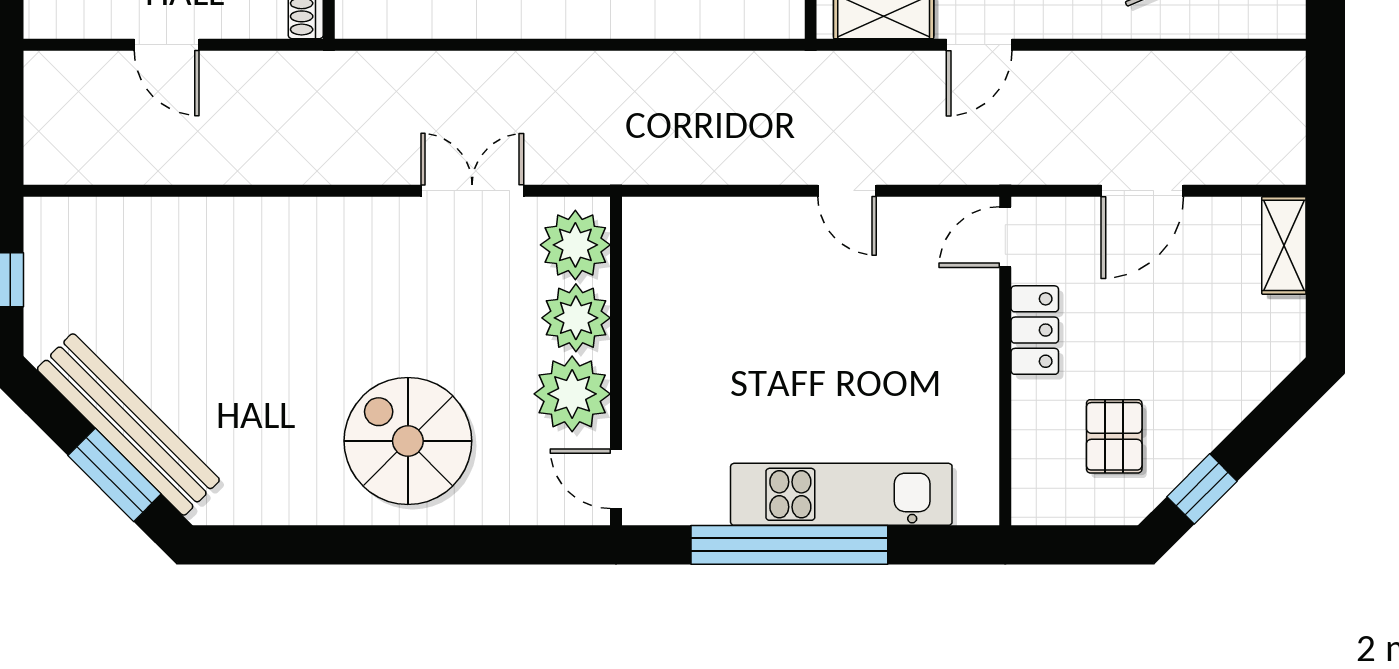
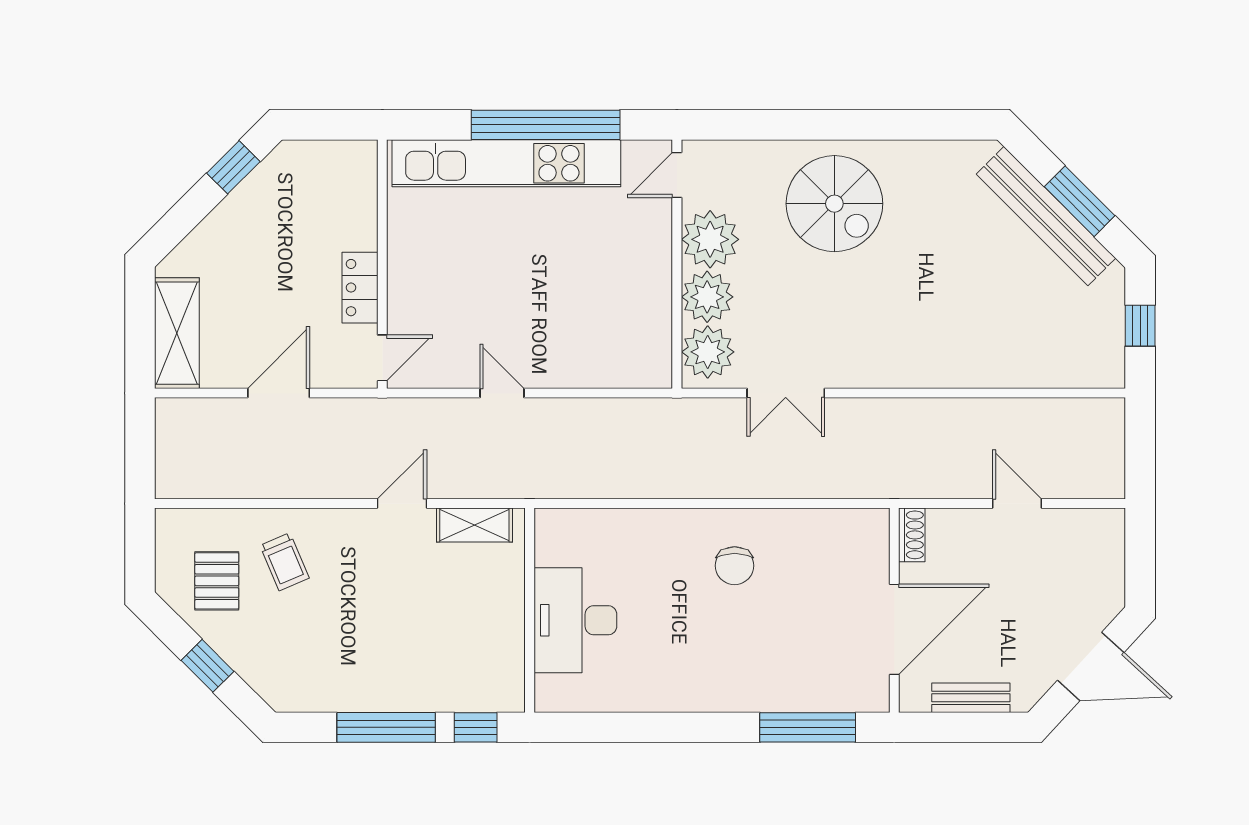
shelving: (1284, 245) -> (177, 333), width x1.50, depth x1.33
pallet: (1114, 436) -> (300, 207), removed
window: (114, 475) -> (1080, 201), moved
door: (616, 479) -> (677, 175), swing flipped
kitchen unit: (841, 494) -> (506, 163), width x1.36

